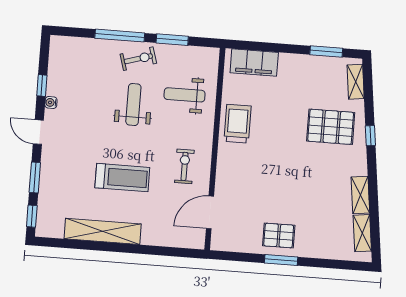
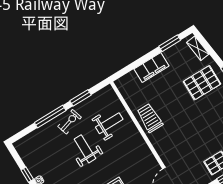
filing cabinet: (254, 63) -> (151, 68), moved
weight bench: (185, 95) -> (109, 123), turned 180
exercise bike: (184, 166) -> (138, 162), removed

